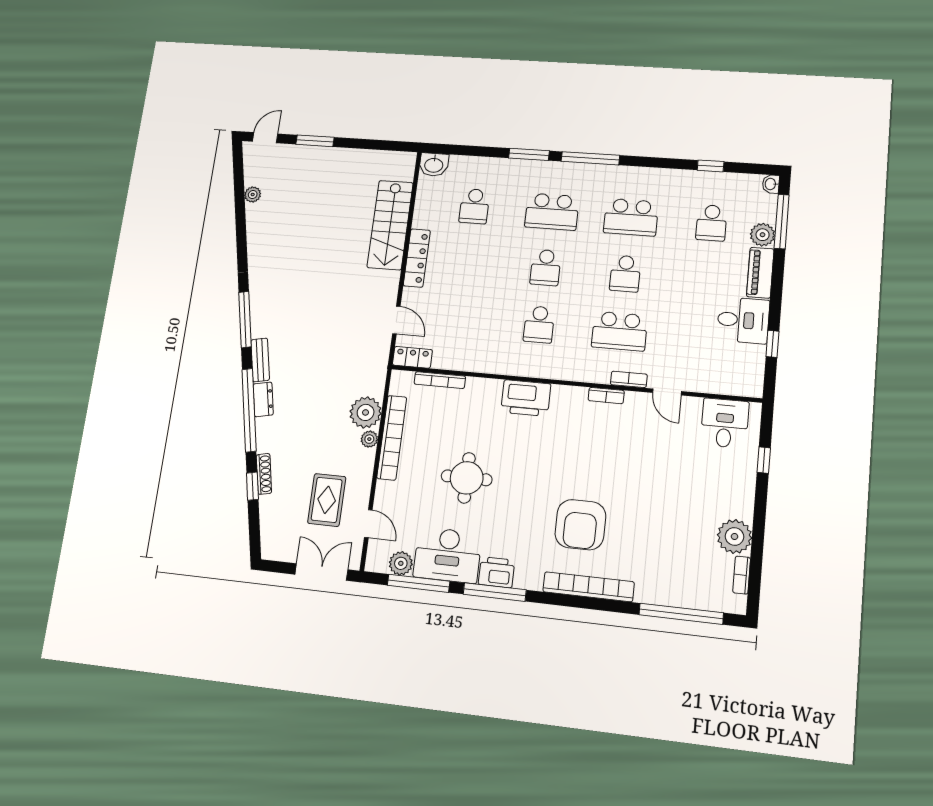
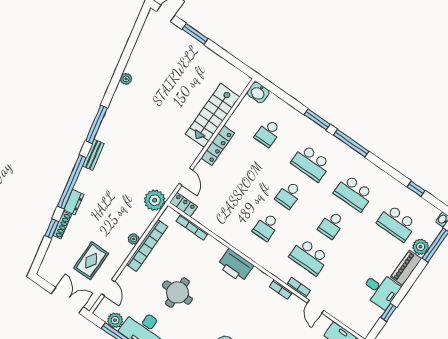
plant: (253, 195) -> (126, 79), moved
school desk: (711, 223) -> (397, 223), width x1.85
dresser: (263, 399) -> (74, 202), moved
plant: (366, 412) -> (155, 200), moved

